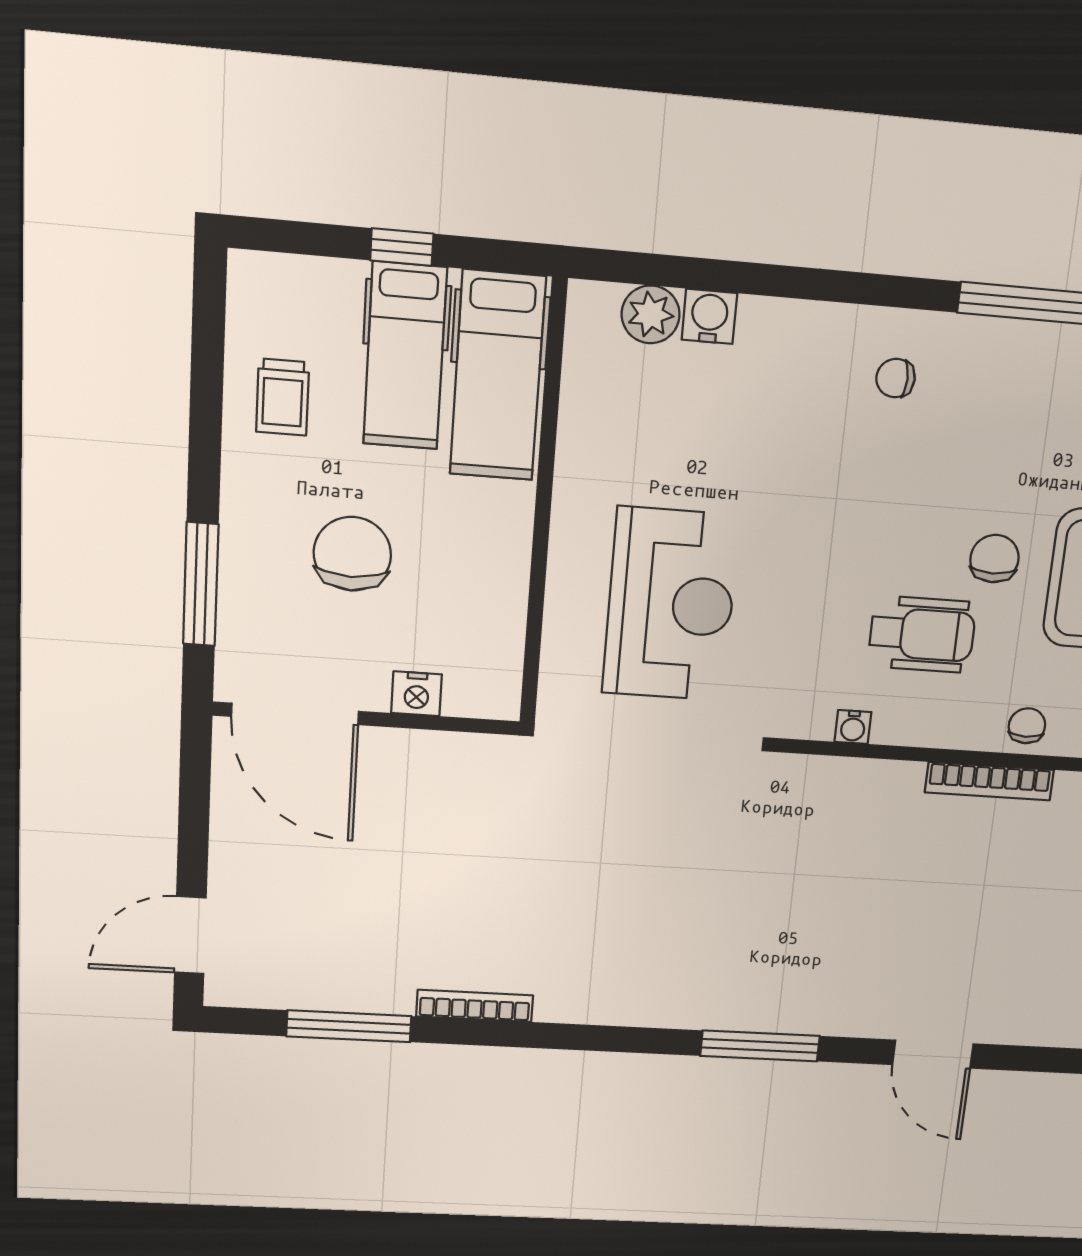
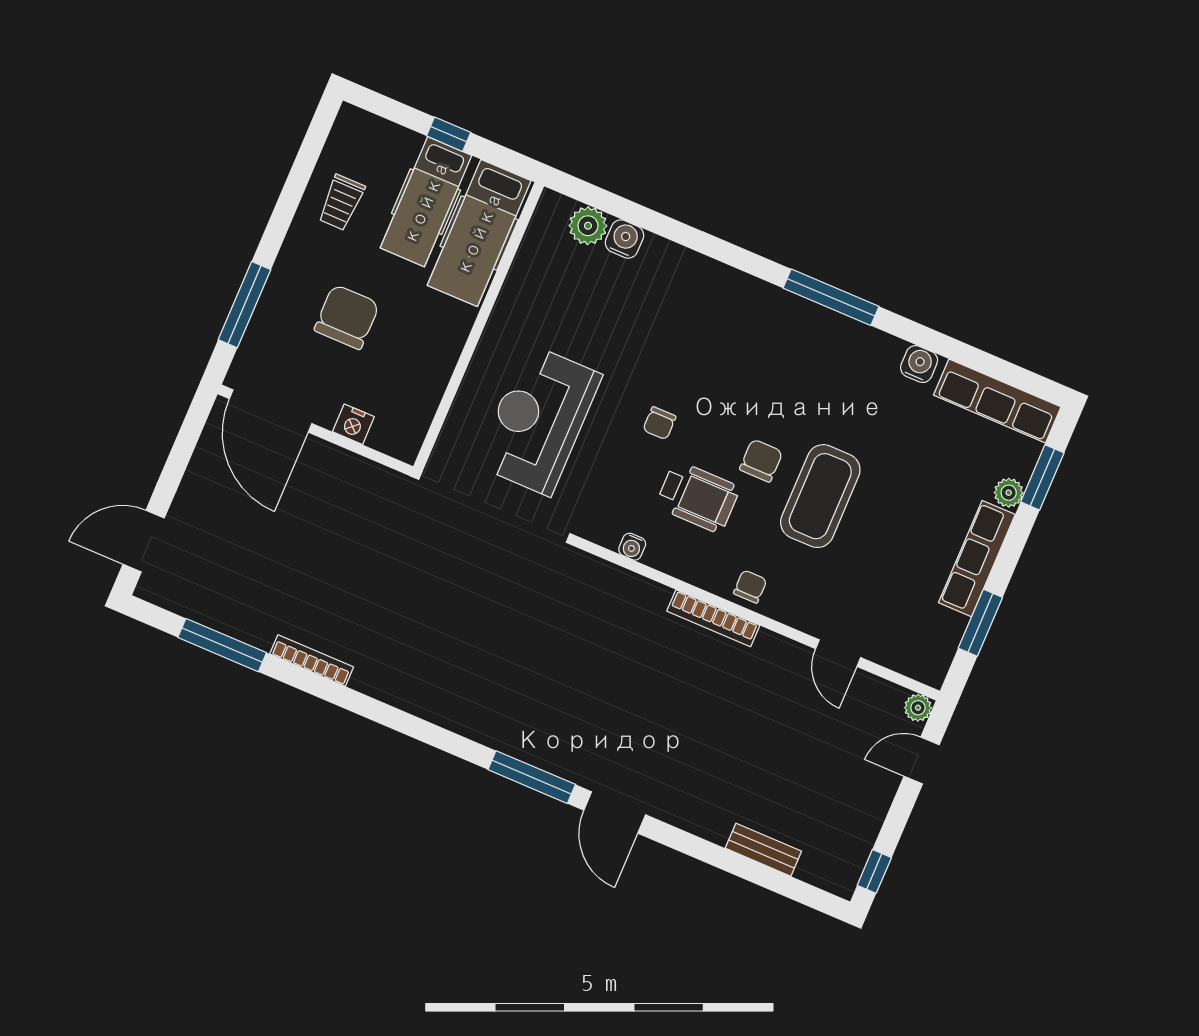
chair: (896, 378) -> (659, 423), moved, turned -90
reception desk: (671, 604) -> (539, 420), turned 180
window: (760, 1046) -> (532, 777), moved

